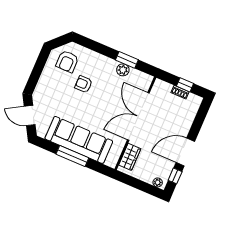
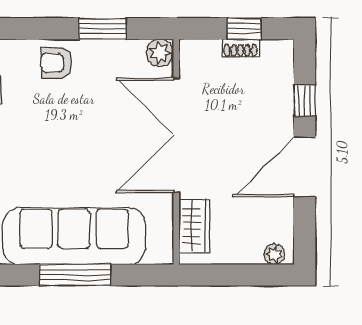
plant: (123, 70) -> (160, 53), moved
armchair: (84, 84) -> (57, 63), moved
window: (175, 176) -> (305, 101), moved

